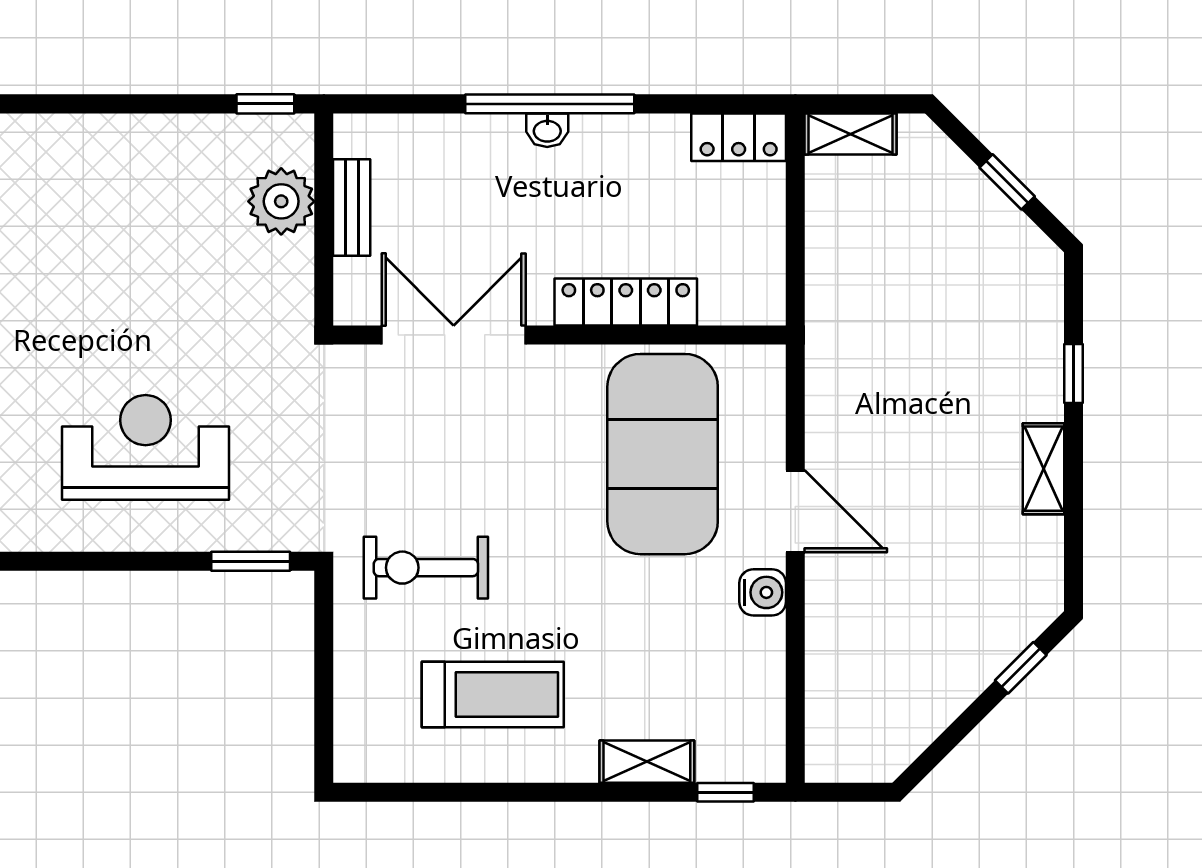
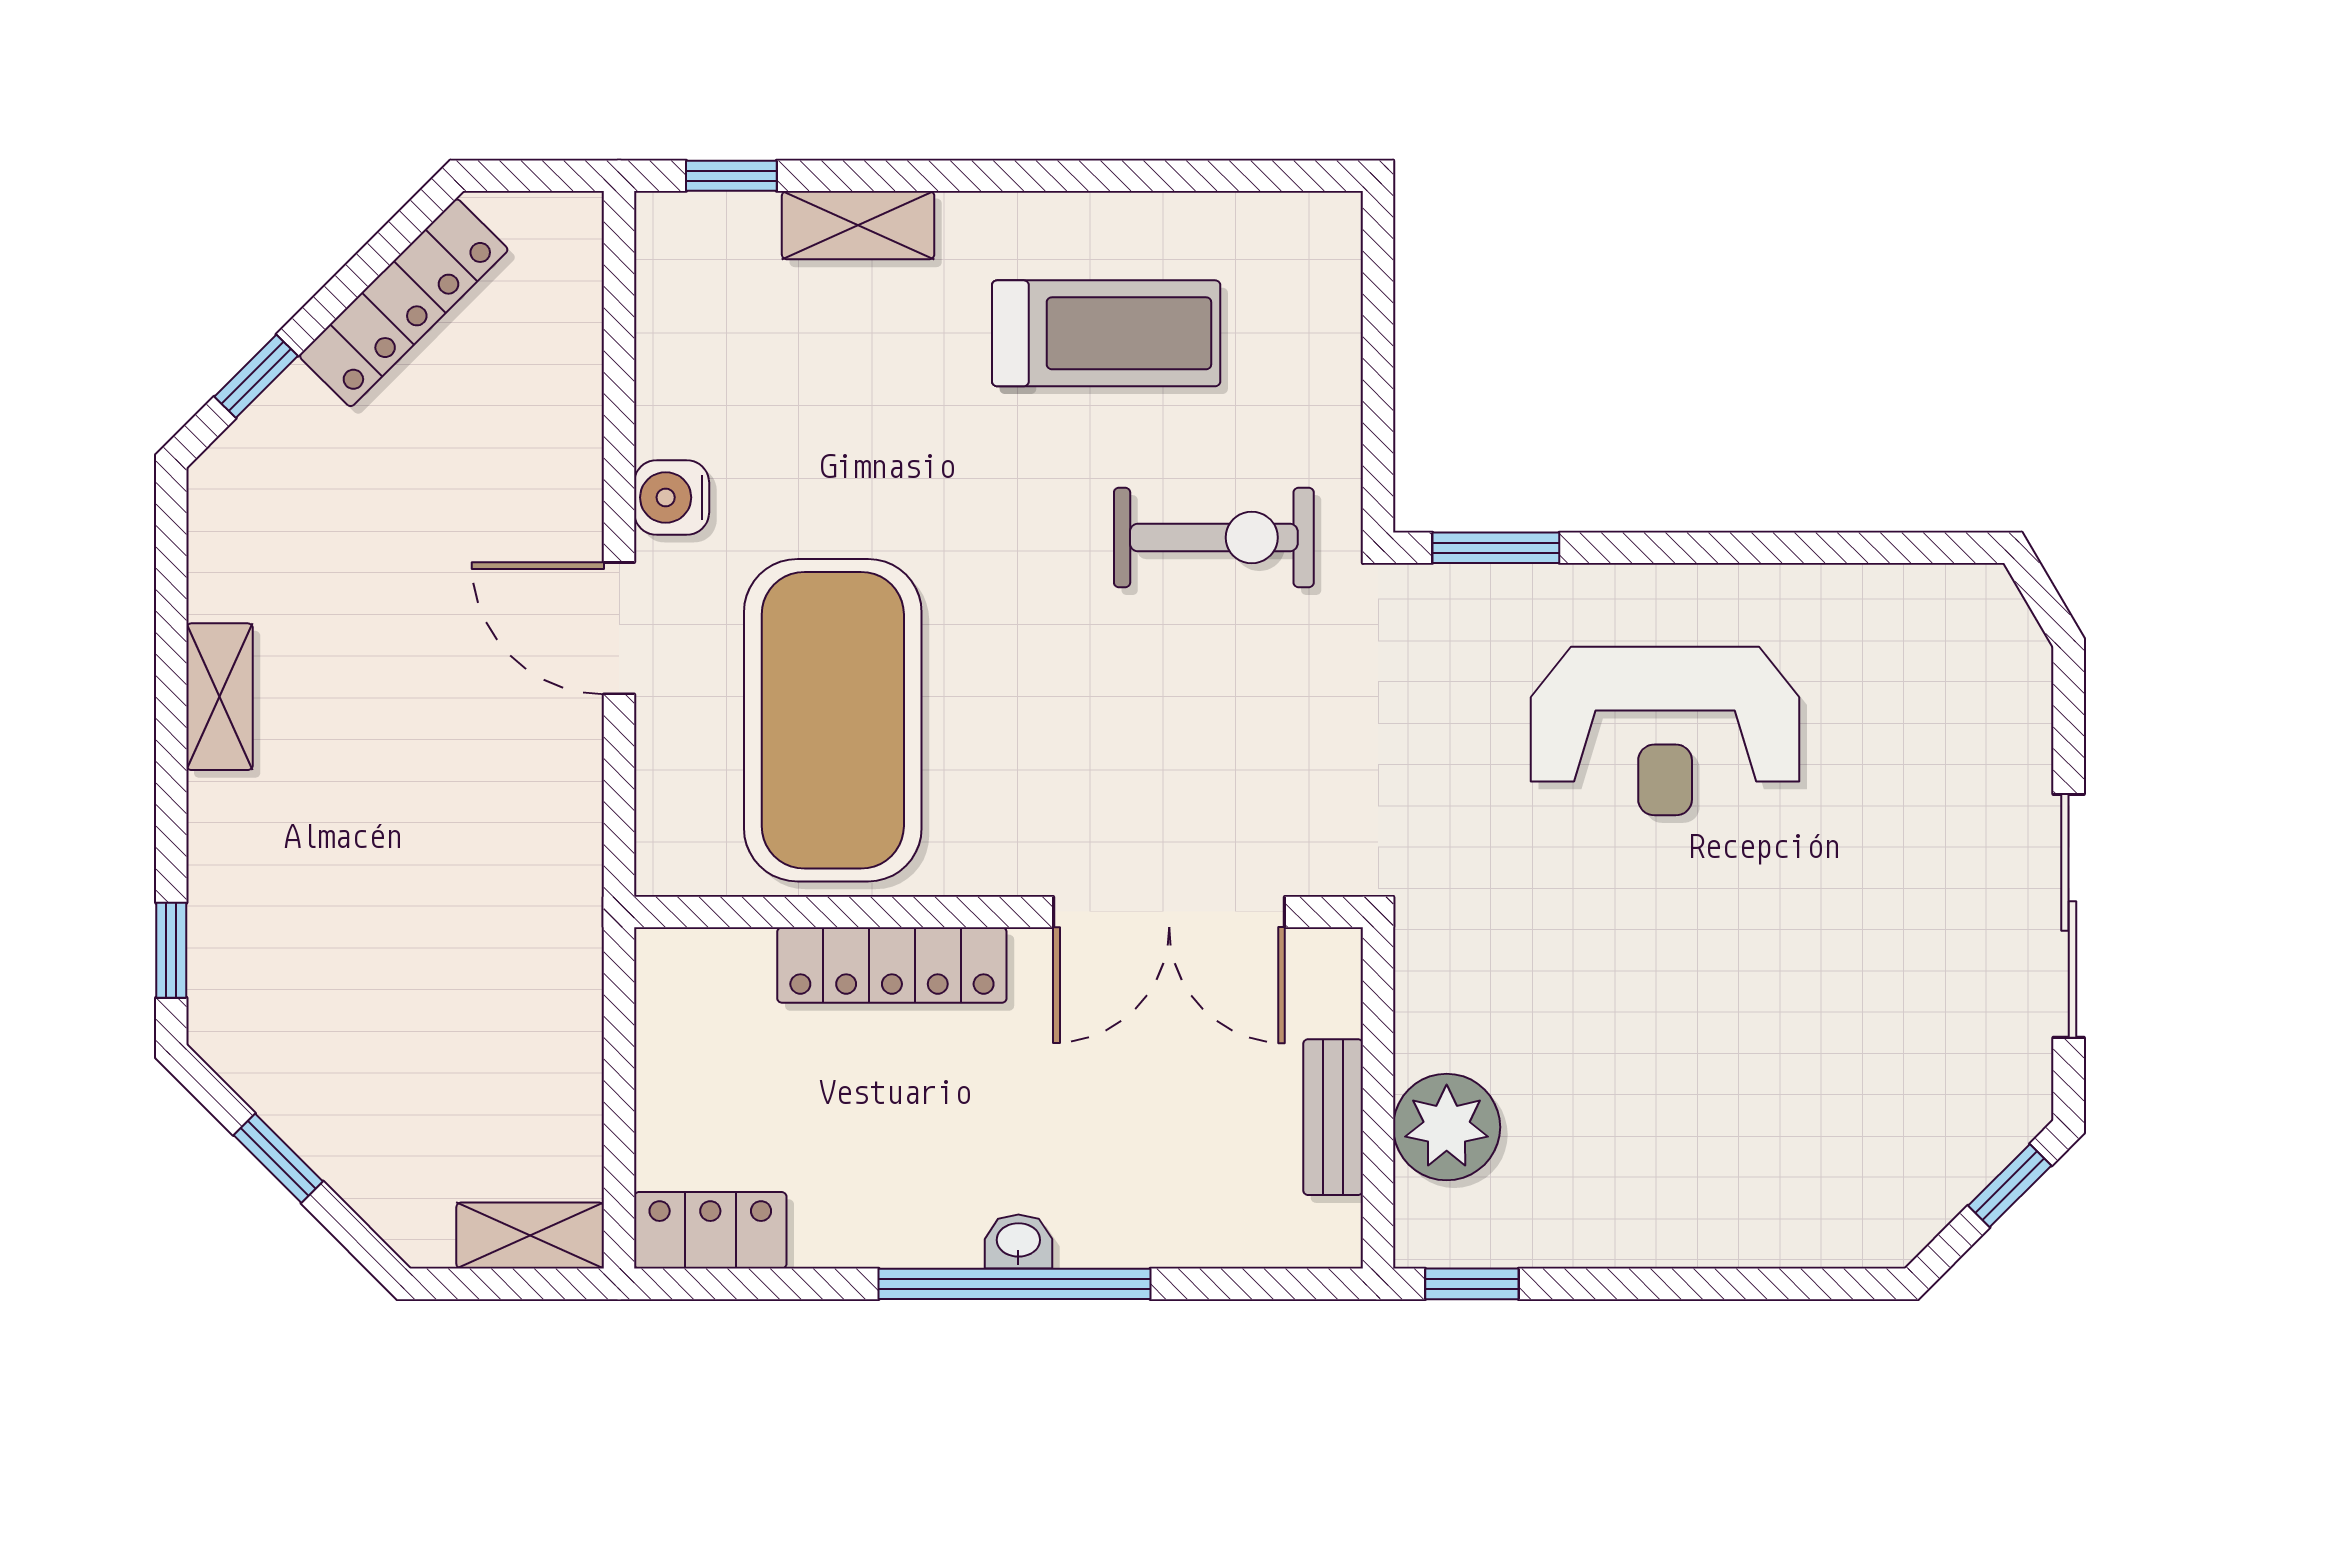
window: (1074, 374) -> (171, 950), moved
treadmill: (493, 694) -> (1106, 333), turned 180
locker: (929, 713) -> (404, 303), added

